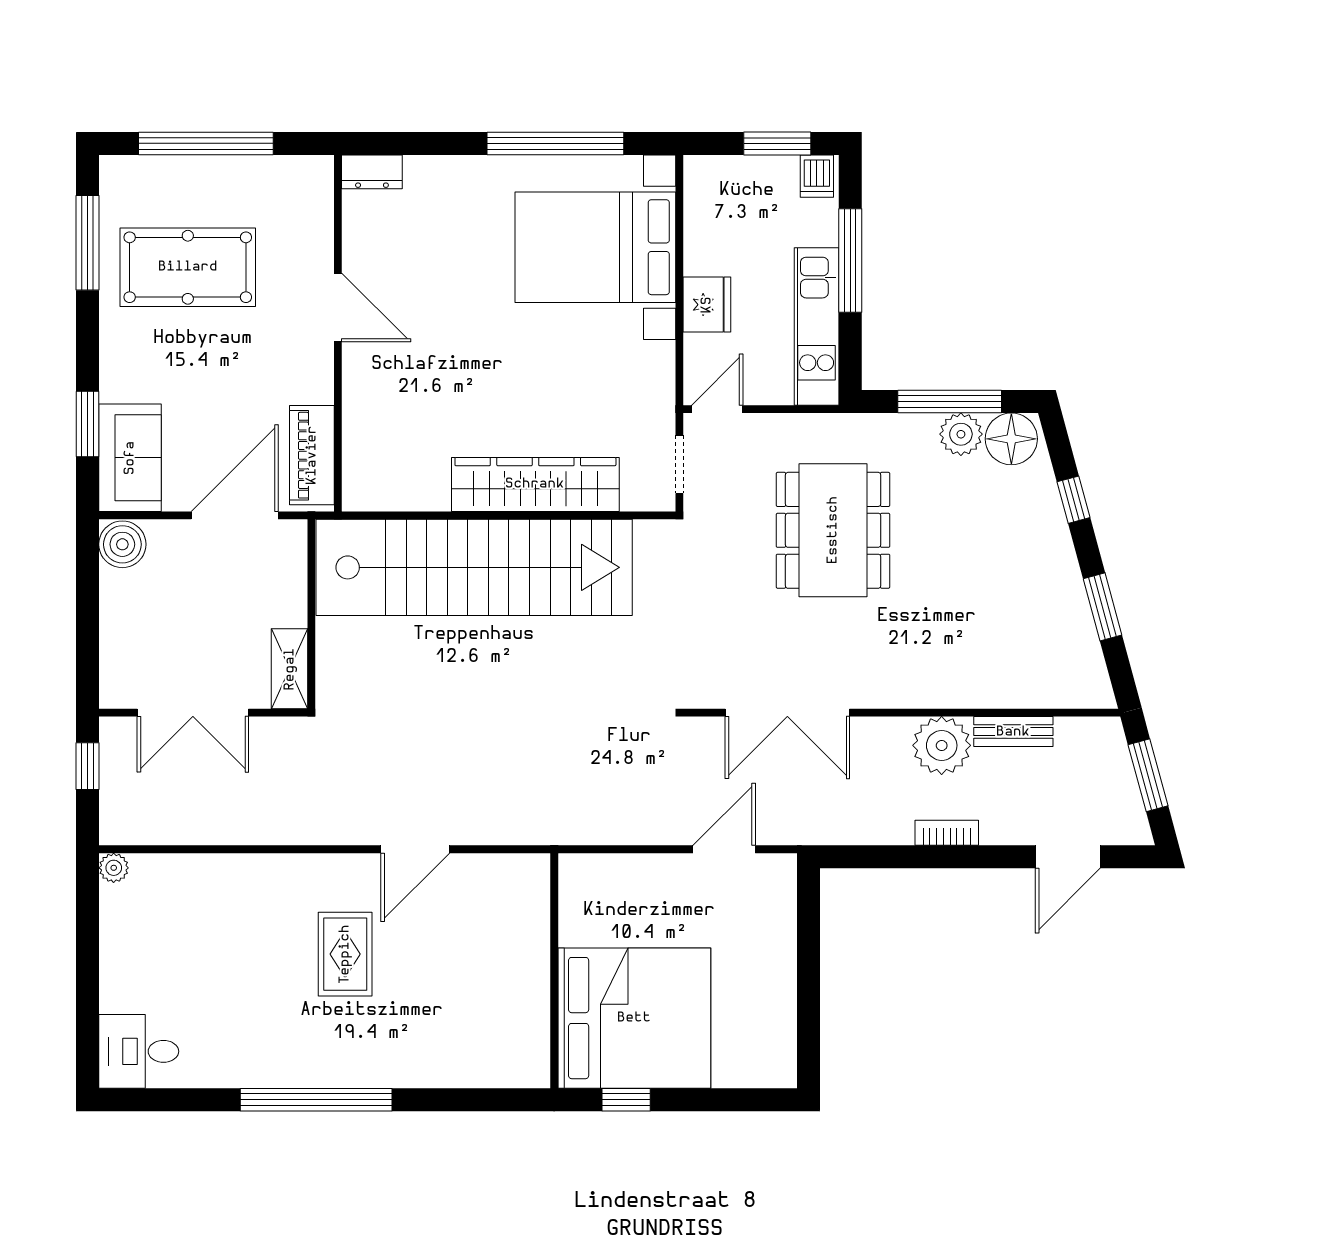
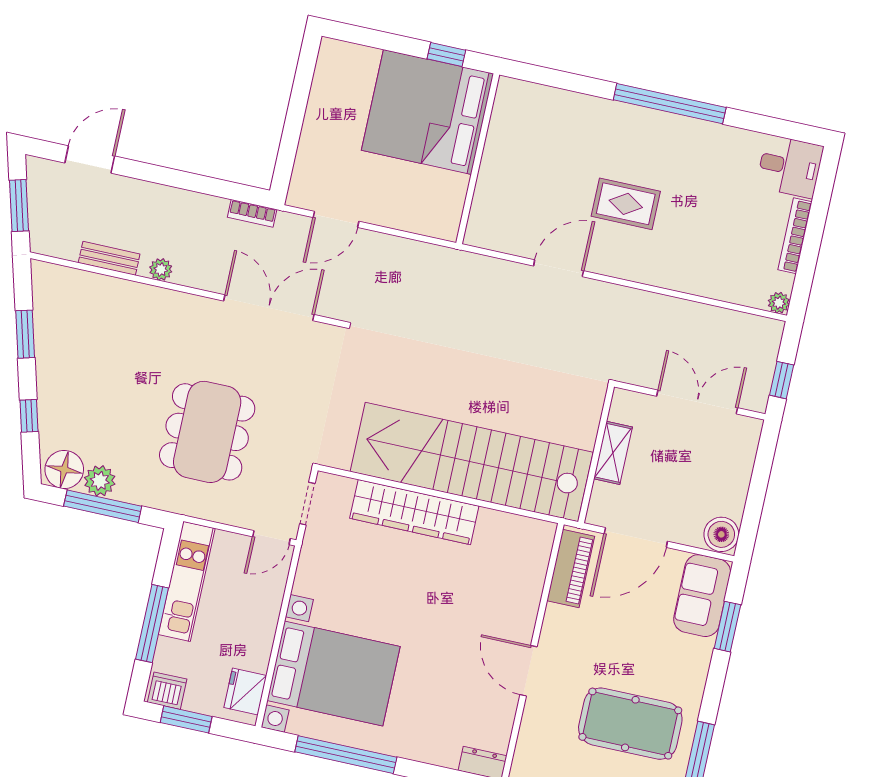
dishwasher: (817, 176) -> (167, 691), width x1.38
fridge: (707, 305) -> (245, 692), moved
shelving: (290, 669) -> (613, 453), moved
plant: (942, 745) -> (161, 269), width x0.53, depth x0.53
bookcase: (947, 833) -> (252, 213), moved
rug: (345, 954) -> (626, 204), turned 90
bookcase: (112, 961) -> (795, 236), added

